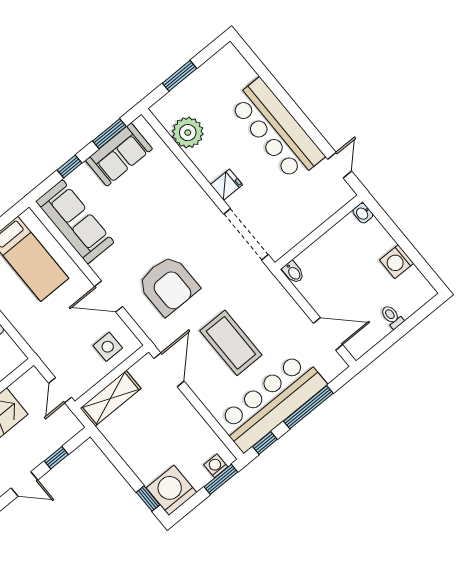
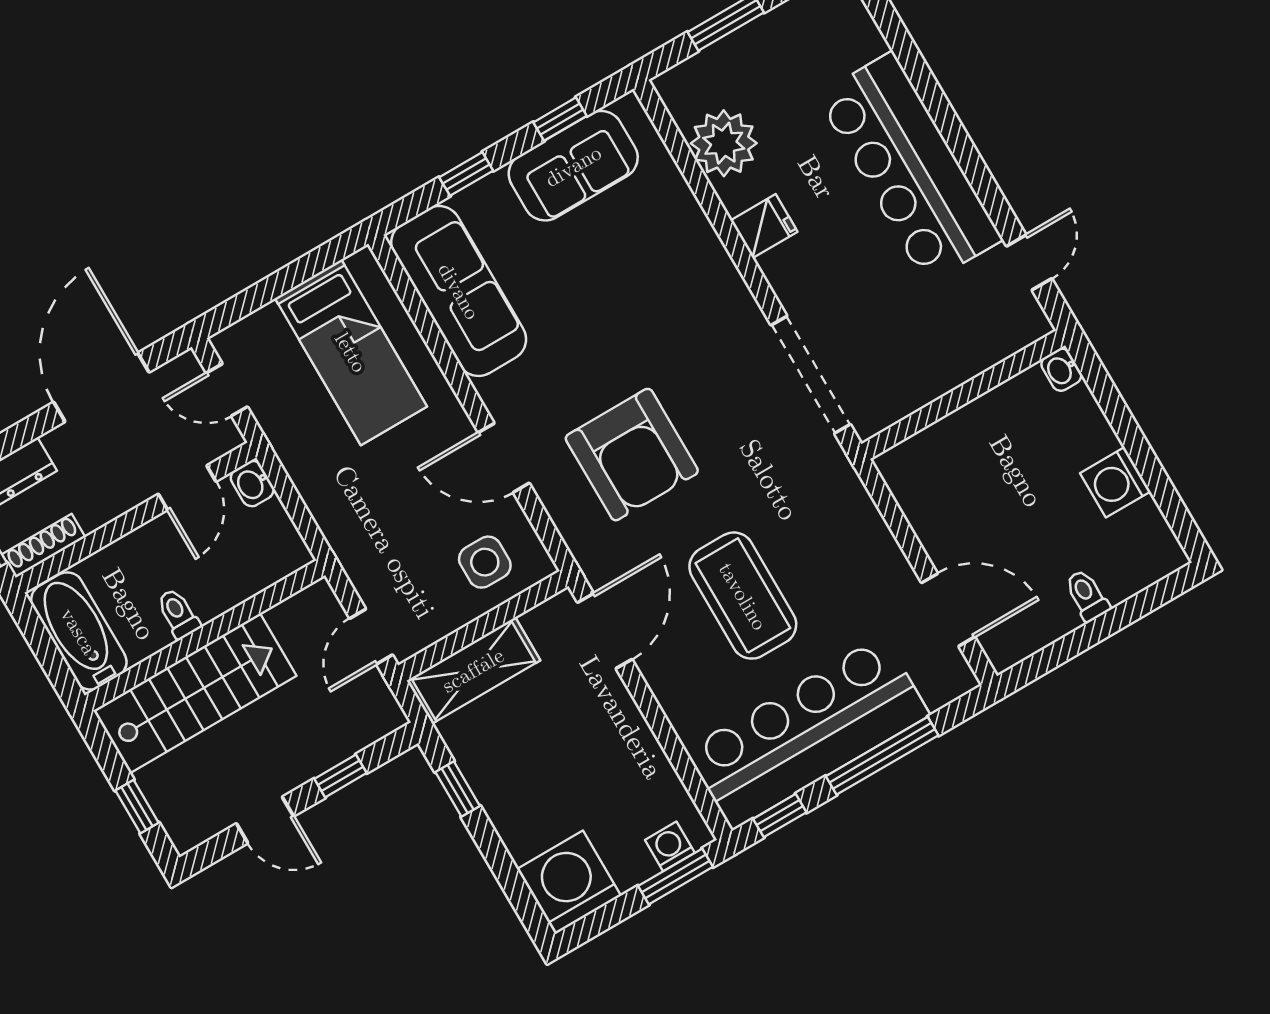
window: (109, 134) -> (560, 119), width x0.67
fridge: (226, 185) -> (764, 226), moved
bidet: (293, 272) -> (896, 470), removed
window: (148, 499) -> (458, 789), moved

